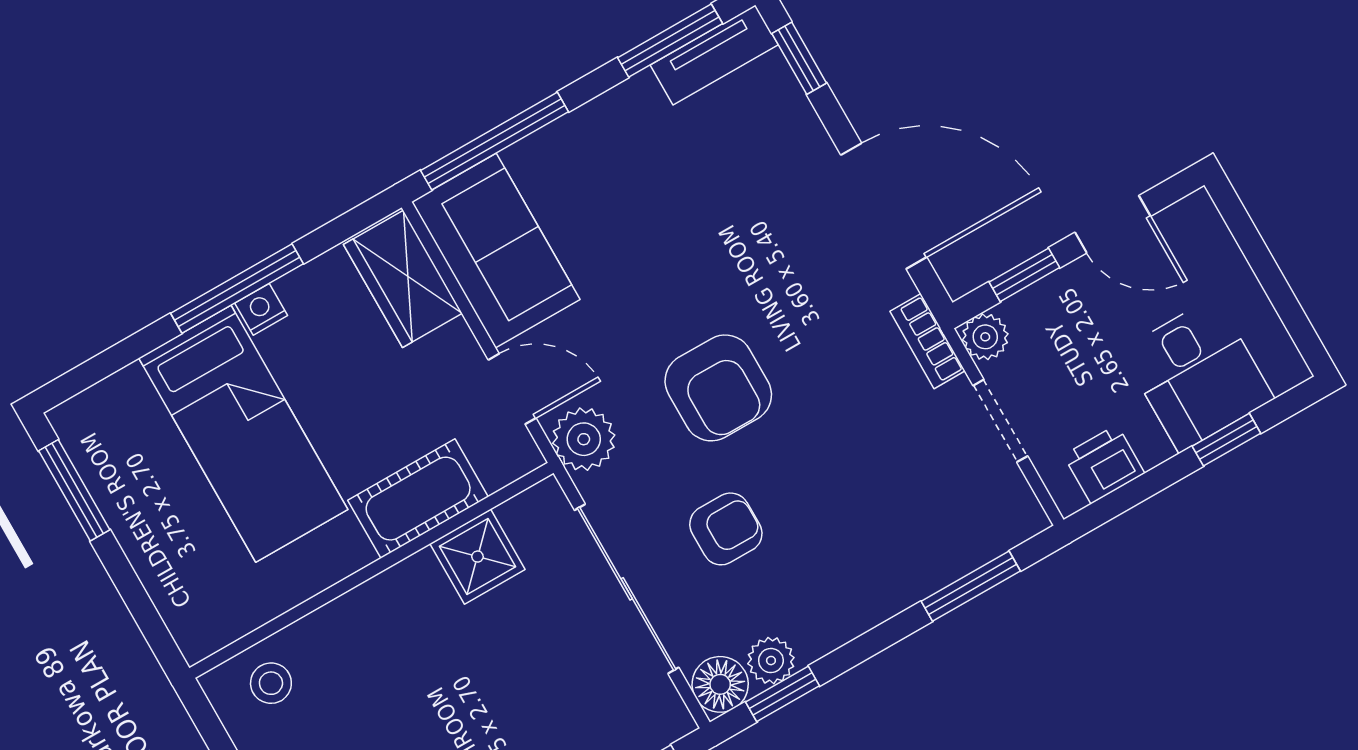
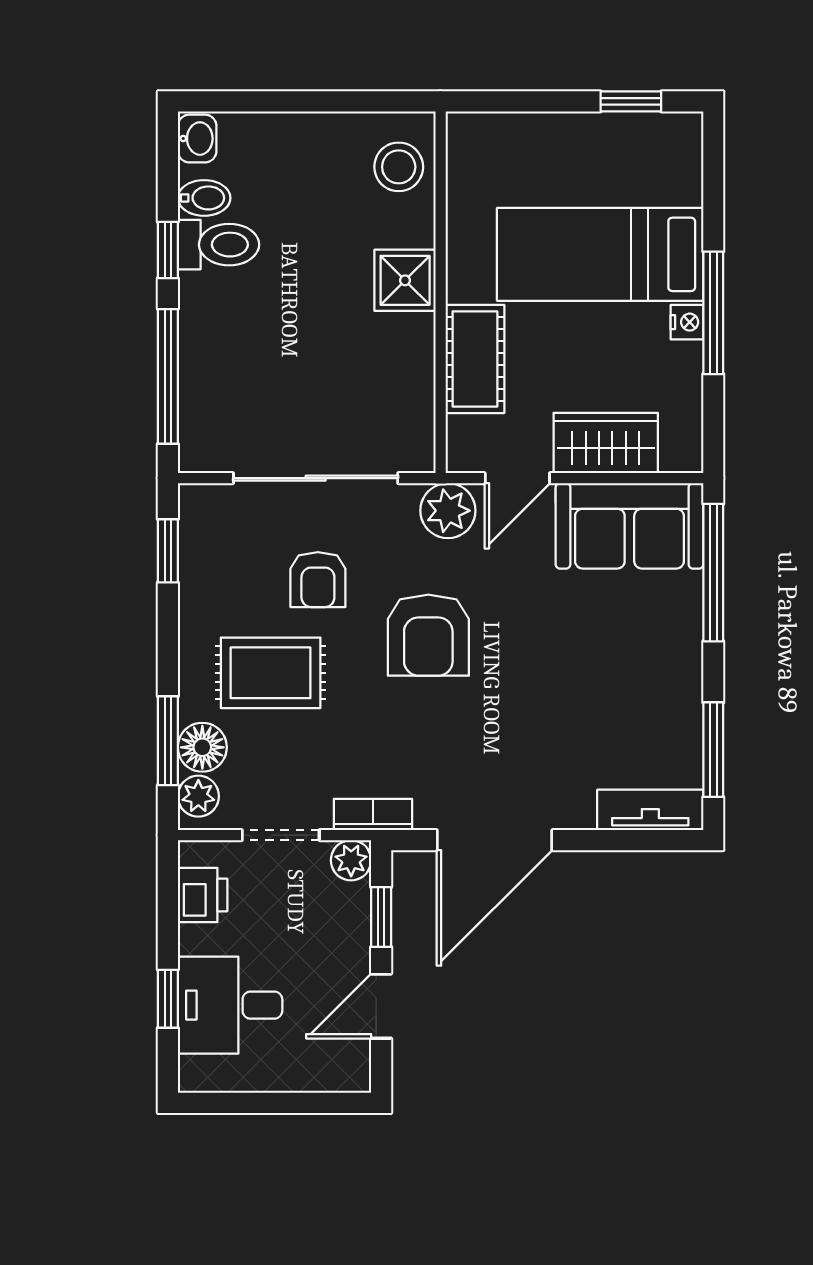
tv unit: (714, 55) -> (650, 810), moved, turned 90
window: (799, 58) -> (644, 840), removed
wardrobe: (403, 279) -> (606, 443), moved
armchair: (718, 388) -> (428, 635), turned -90
window: (74, 490) -> (631, 101), width x0.67
rug: (845, 523) -> (271, 673), added
shower: (478, 557) -> (405, 280), moved
plant: (771, 661) -> (198, 796), moved
stool: (271, 683) -> (399, 167), width x1.37, depth x1.37
floor lamp: (720, 684) -> (202, 747), moved

